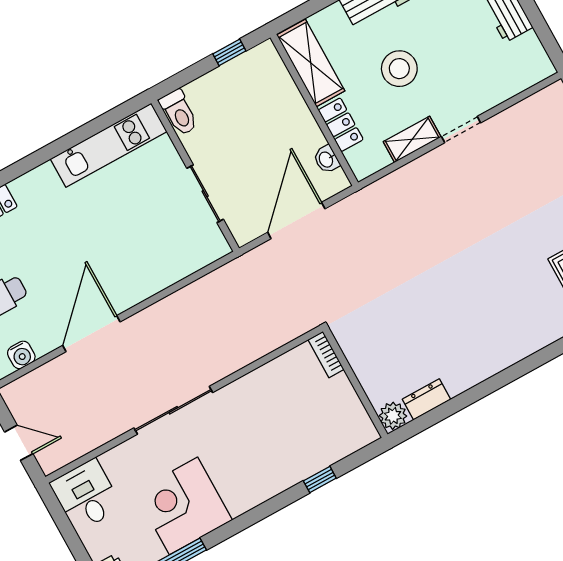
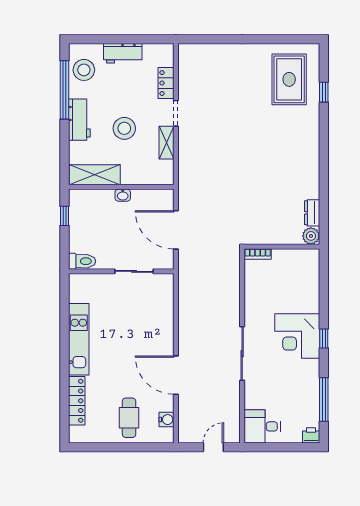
locker: (341, 125) -> (166, 83), moved, turned -90
kitchen unit: (109, 145) -> (79, 339), moved
washbasin: (326, 159) -> (123, 195), moved
window: (320, 480) -> (324, 339), moved
corner desk: (184, 506) -> (297, 336), moved

